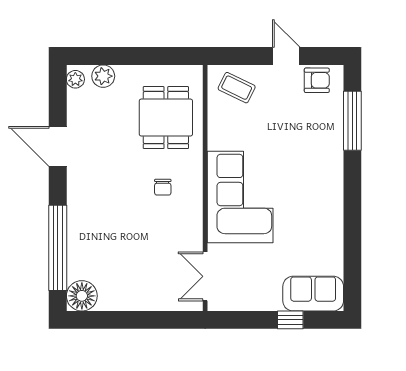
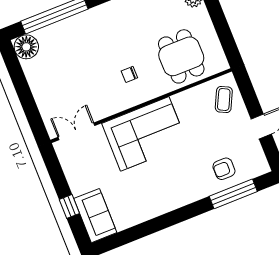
armchair: (317, 80) -> (224, 169), moved, turned 90
dining table: (166, 118) -> (181, 56), turned 90

